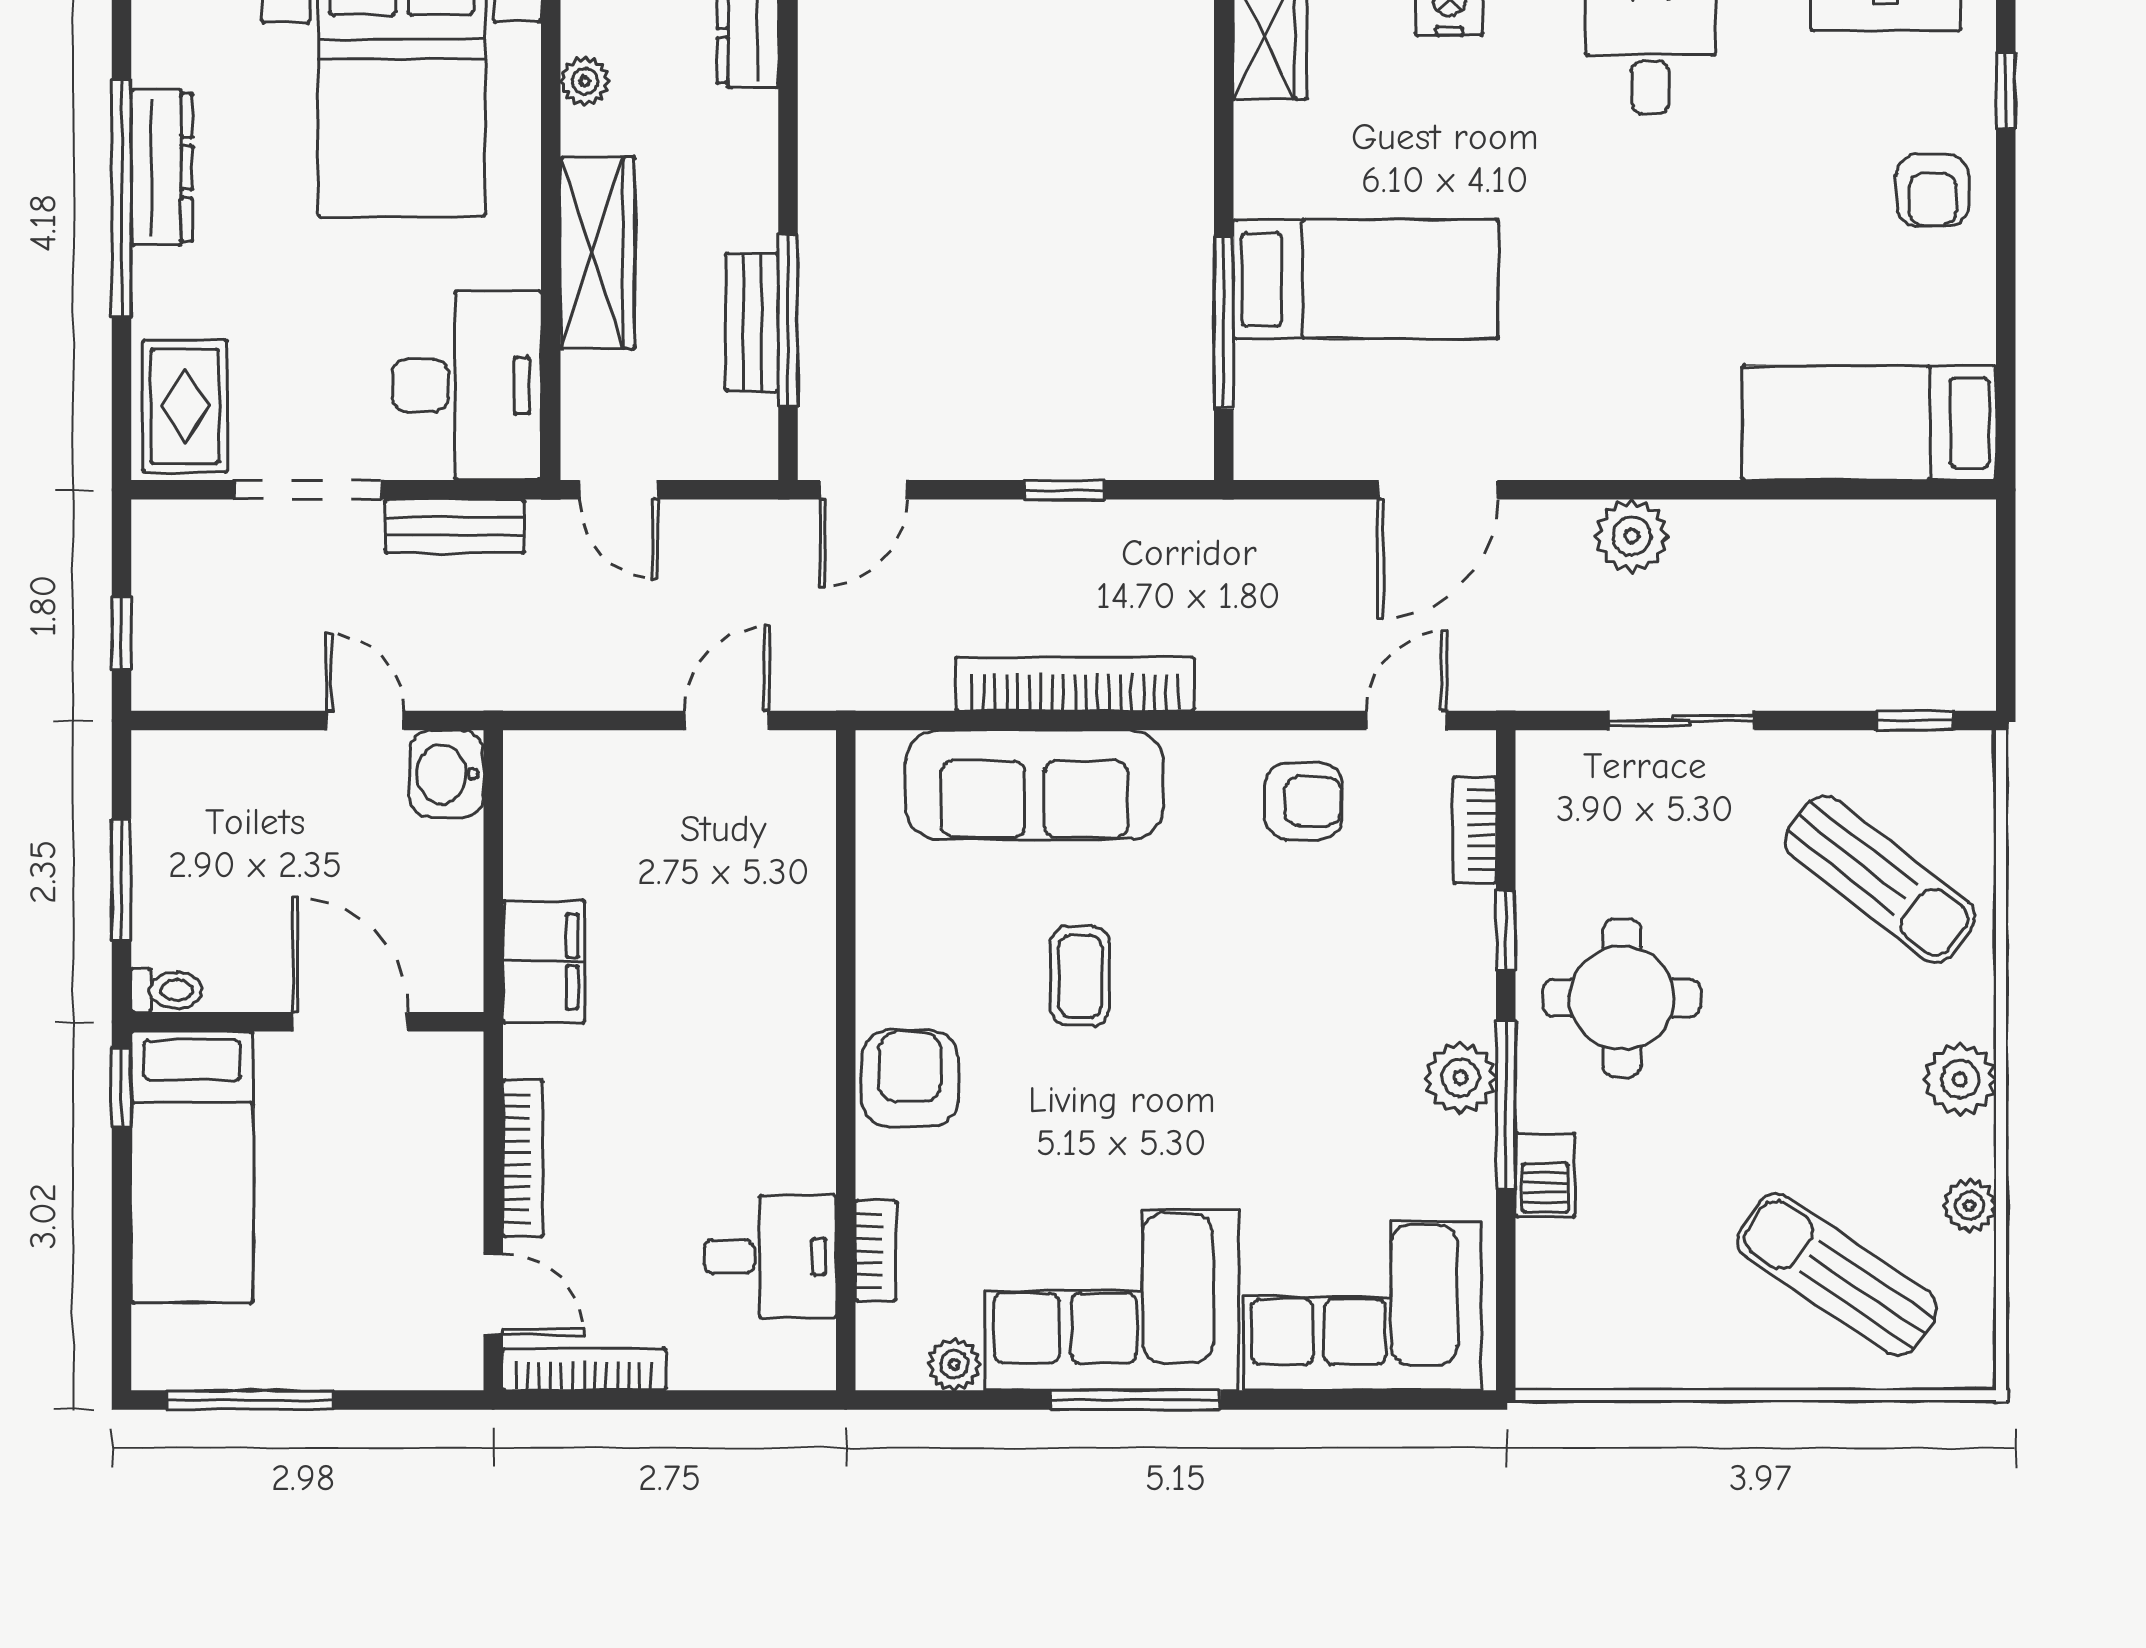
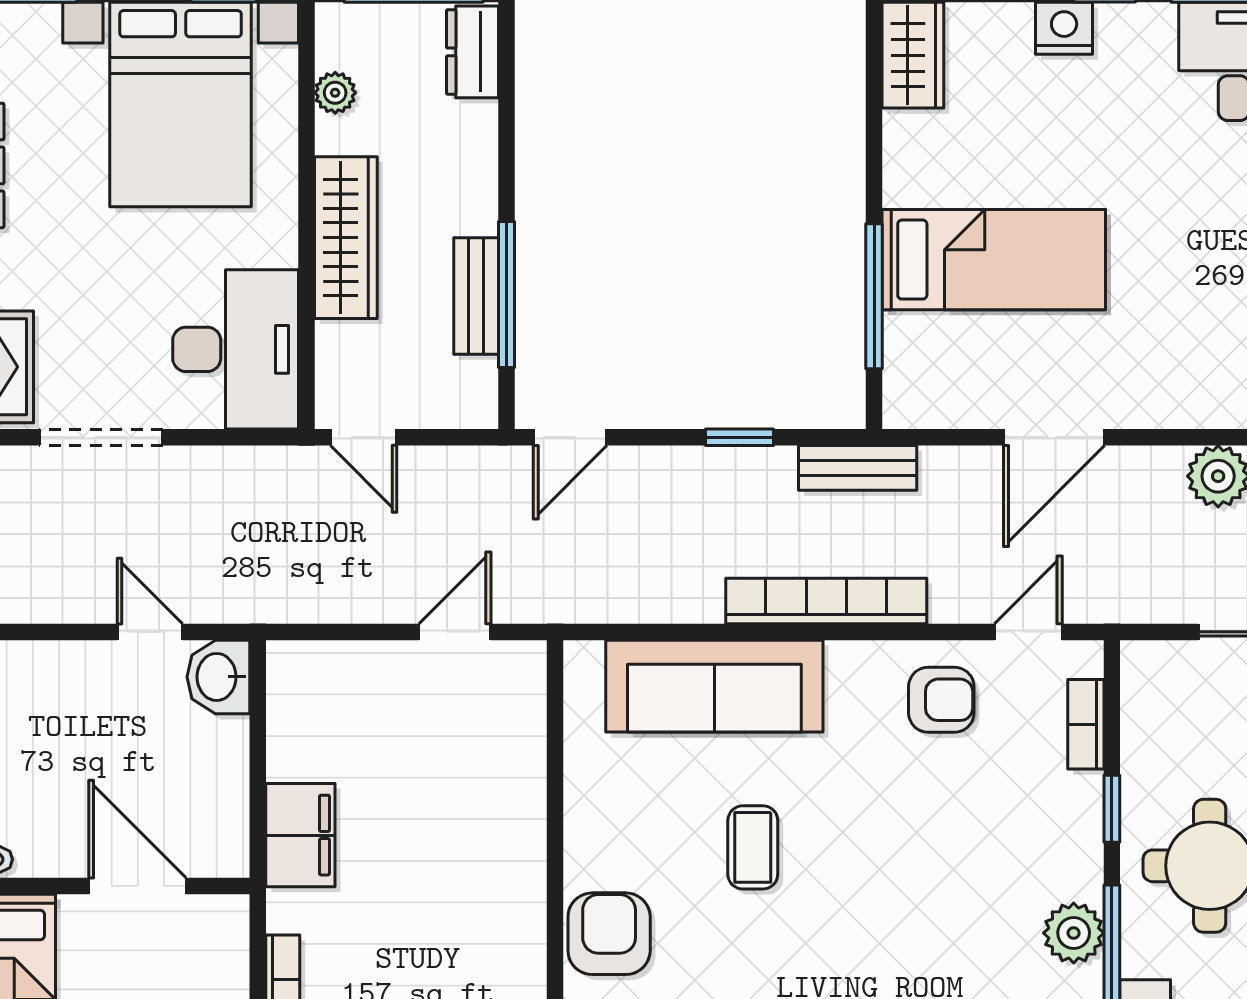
bench: (455, 526) -> (858, 468), moved
bookcase: (1075, 684) -> (826, 601), moved

